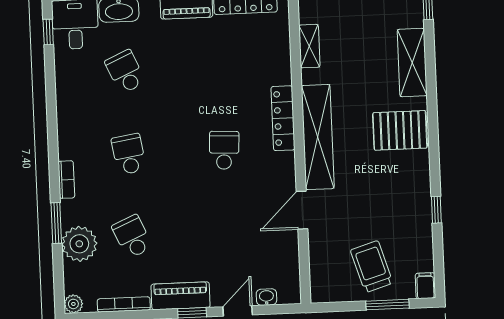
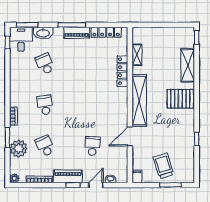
locker: (283, 118) -> (122, 71), moved
school desk: (224, 150) -> (92, 146), moved
filing cabinet: (425, 286) -> (137, 176), moved

